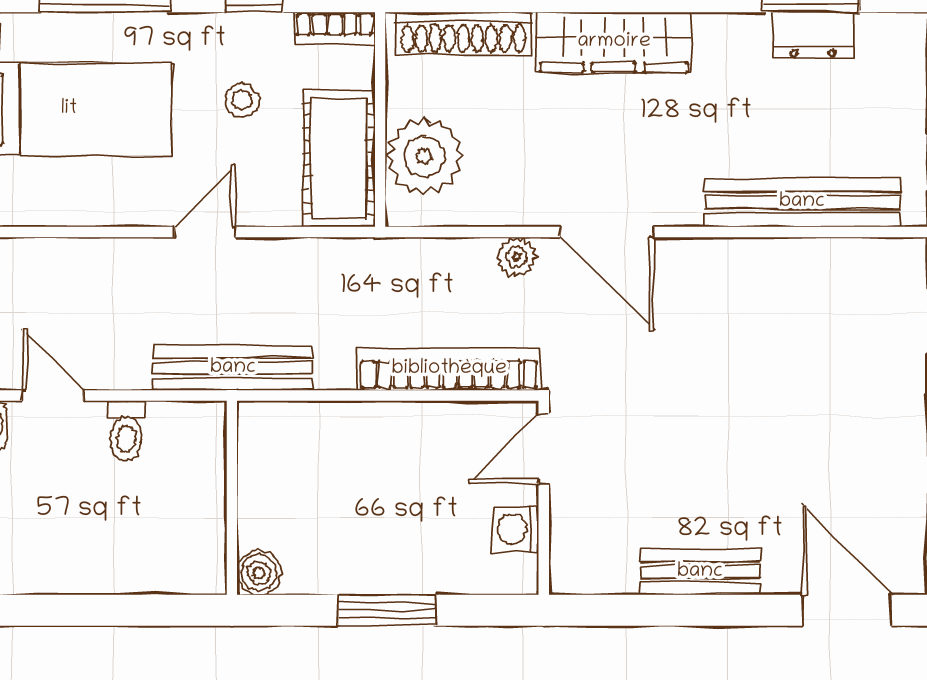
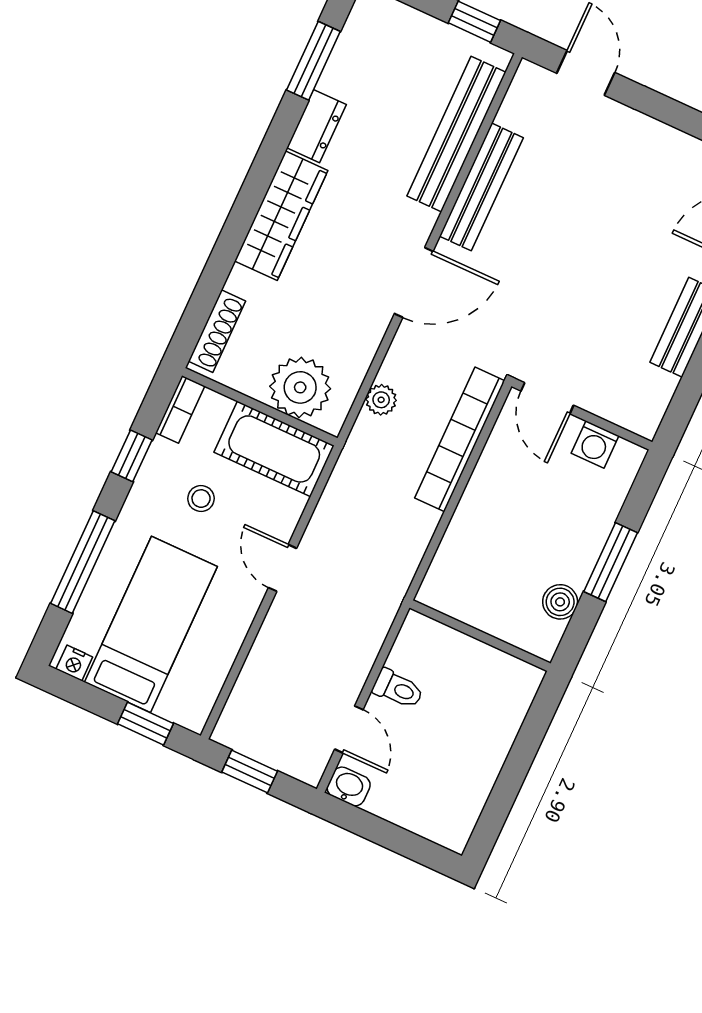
shoe rack: (463, 33) -> (217, 331), width x0.74, depth x0.81
dresser: (813, 35) -> (316, 126), moved
plant: (517, 257) -> (381, 400), moved
bench: (233, 368) -> (481, 187), moved
door: (53, 396) -> (349, 729), swing flipped
boiler: (259, 573) -> (560, 602), moved

